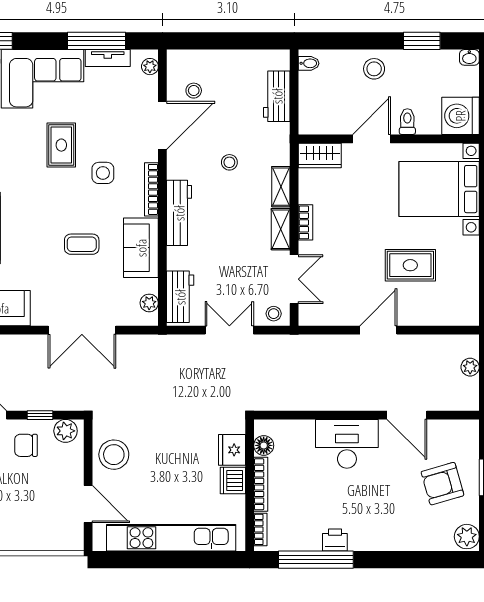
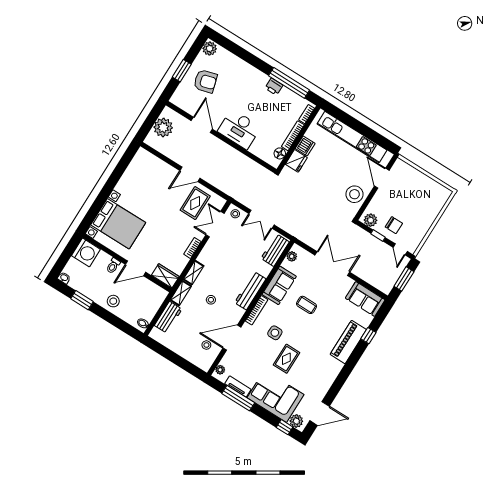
shelving: (281, 229) -> (181, 293), moved
rug: (410, 265) -> (195, 203), moved, turned 90
plant: (470, 367) -> (163, 127), width x1.88, depth x1.88

